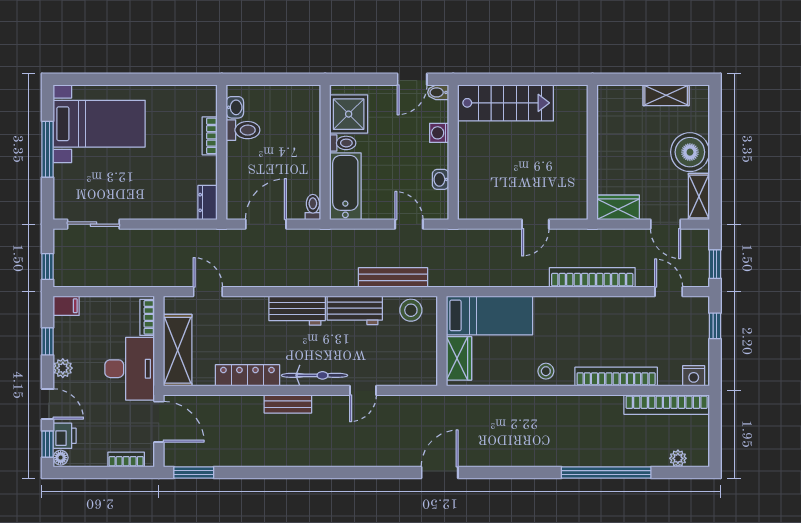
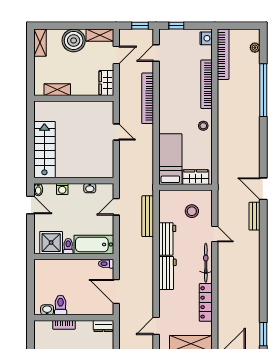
shelving: (666, 95) -> (40, 43), moved
shelving: (607, 124) -> (57, 90), added
stool: (411, 310) -> (192, 211), moved
bench: (288, 404) -> (255, 216), moved

